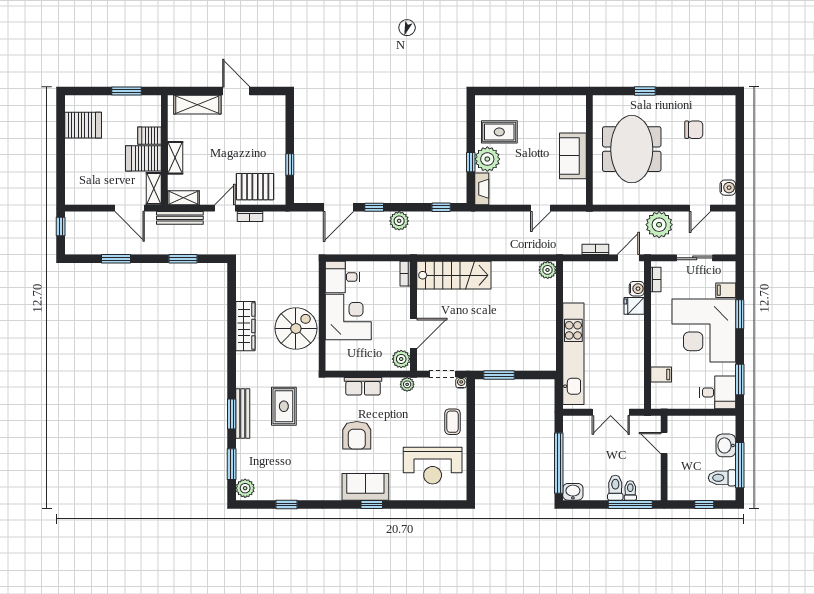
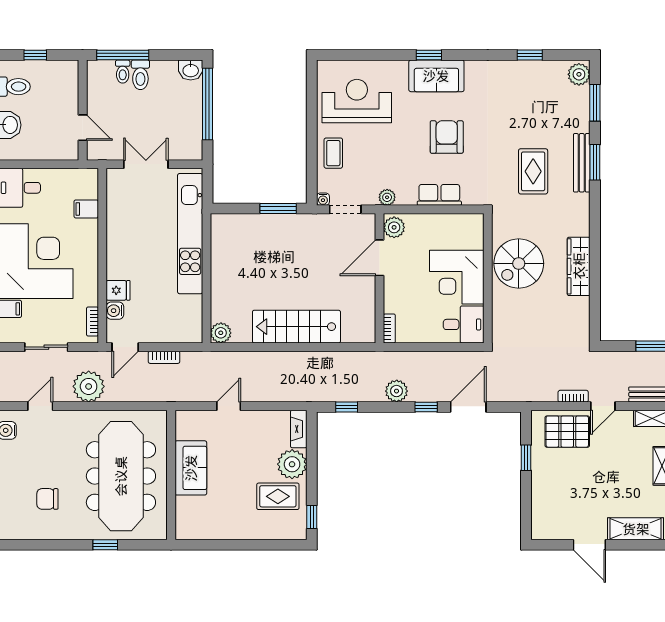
meeting table: (632, 149) -> (121, 476), width x1.36
window: (471, 162) -> (312, 517), moved
stairs: (454, 275) -> (296, 327), moved

